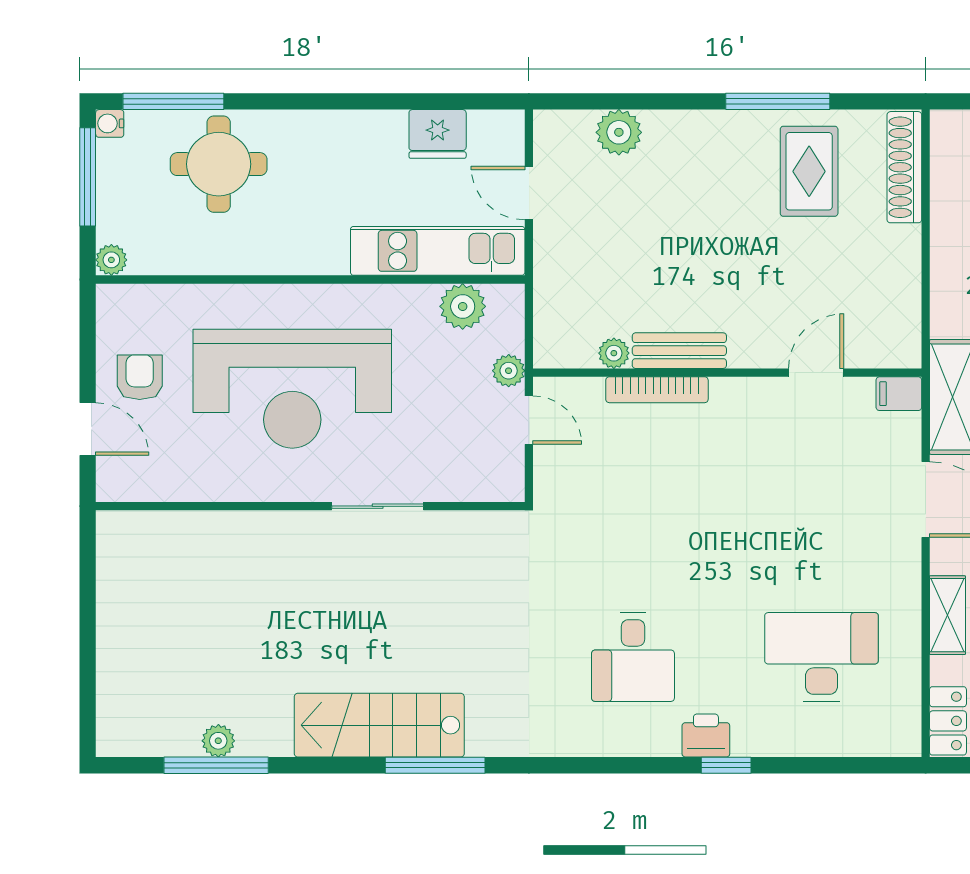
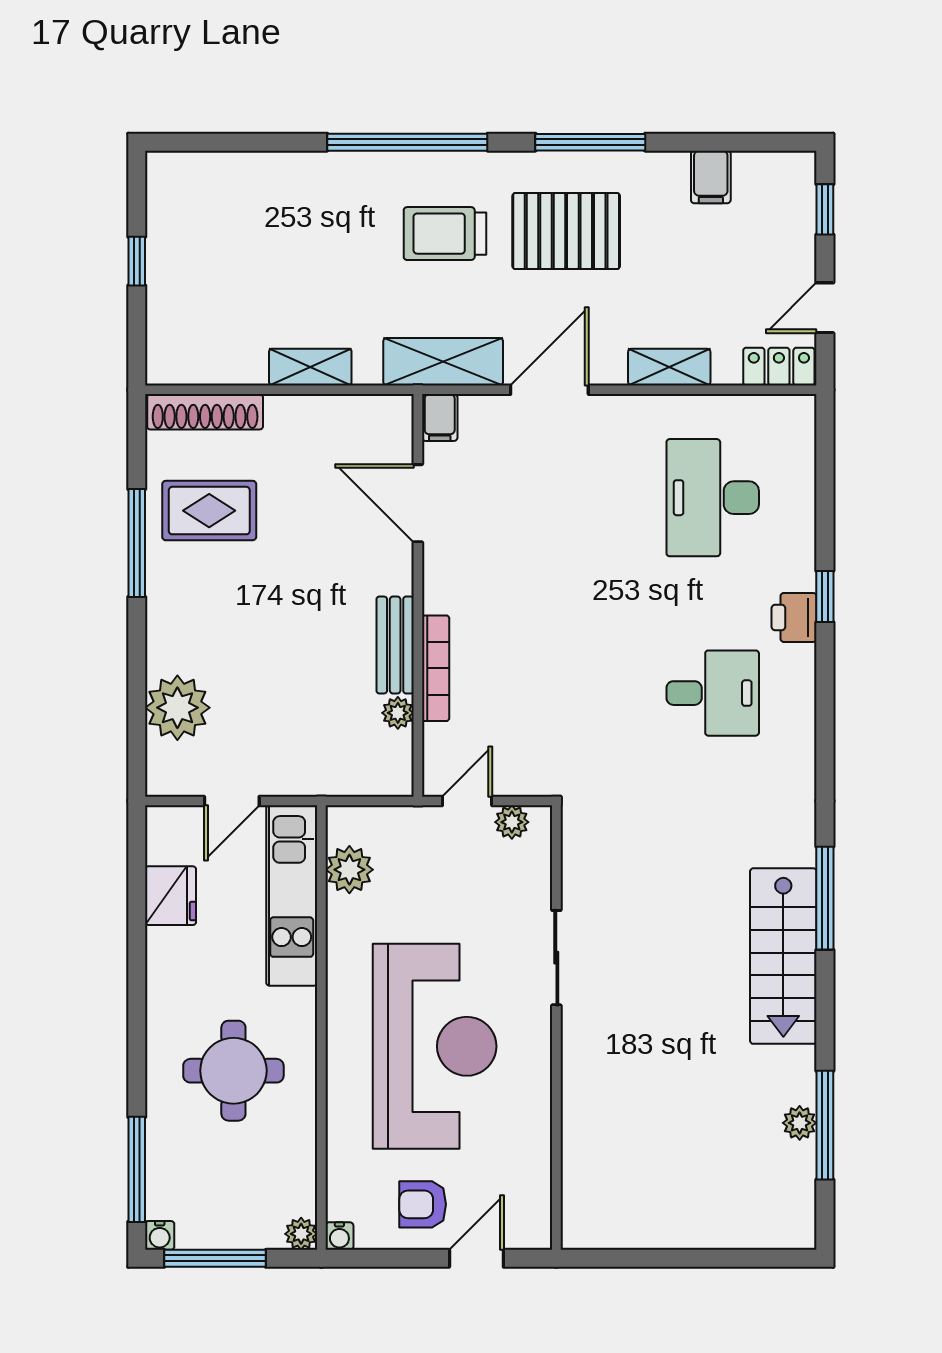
plant: (619, 132) -> (177, 708), width x1.36, depth x1.36
round table: (219, 164) -> (233, 1071), moved
shelving: (948, 269) -> (310, 367), added
water cooler: (109, 297) -> (339, 1236), added
plant: (509, 371) -> (512, 822), moved
door: (816, 373) -> (418, 503), width x1.38

